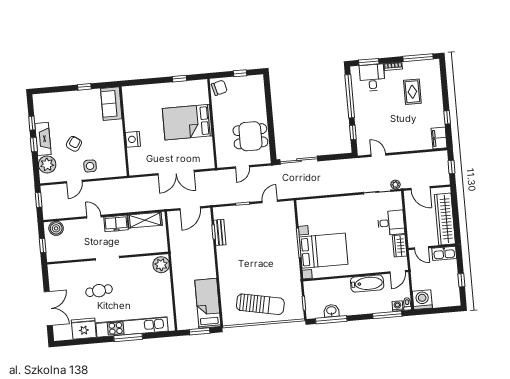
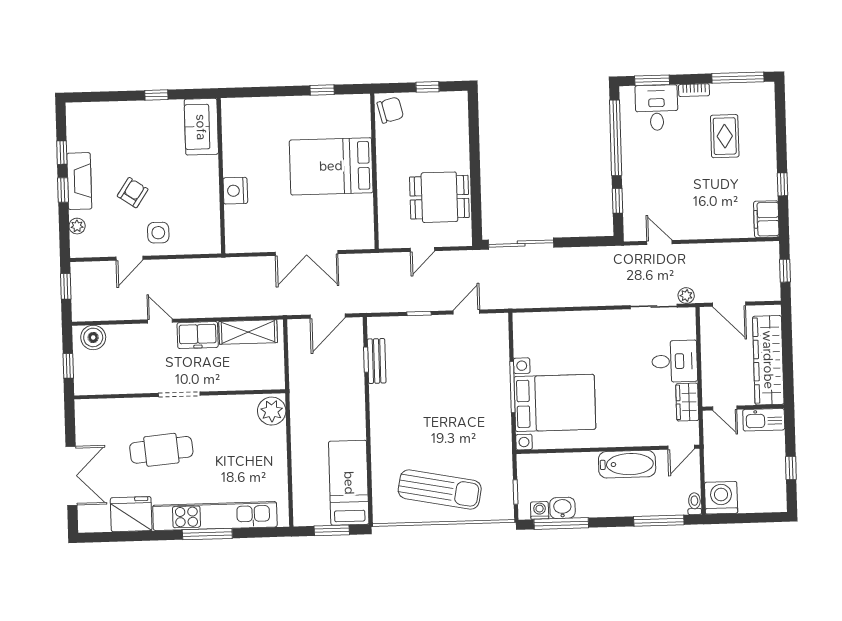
plant: (47, 164) -> (77, 226), width x0.53, depth x0.53
cafe table: (99, 291) -> (161, 450), width x1.37, depth x1.35
washing machine: (397, 306) -> (540, 510), moved

